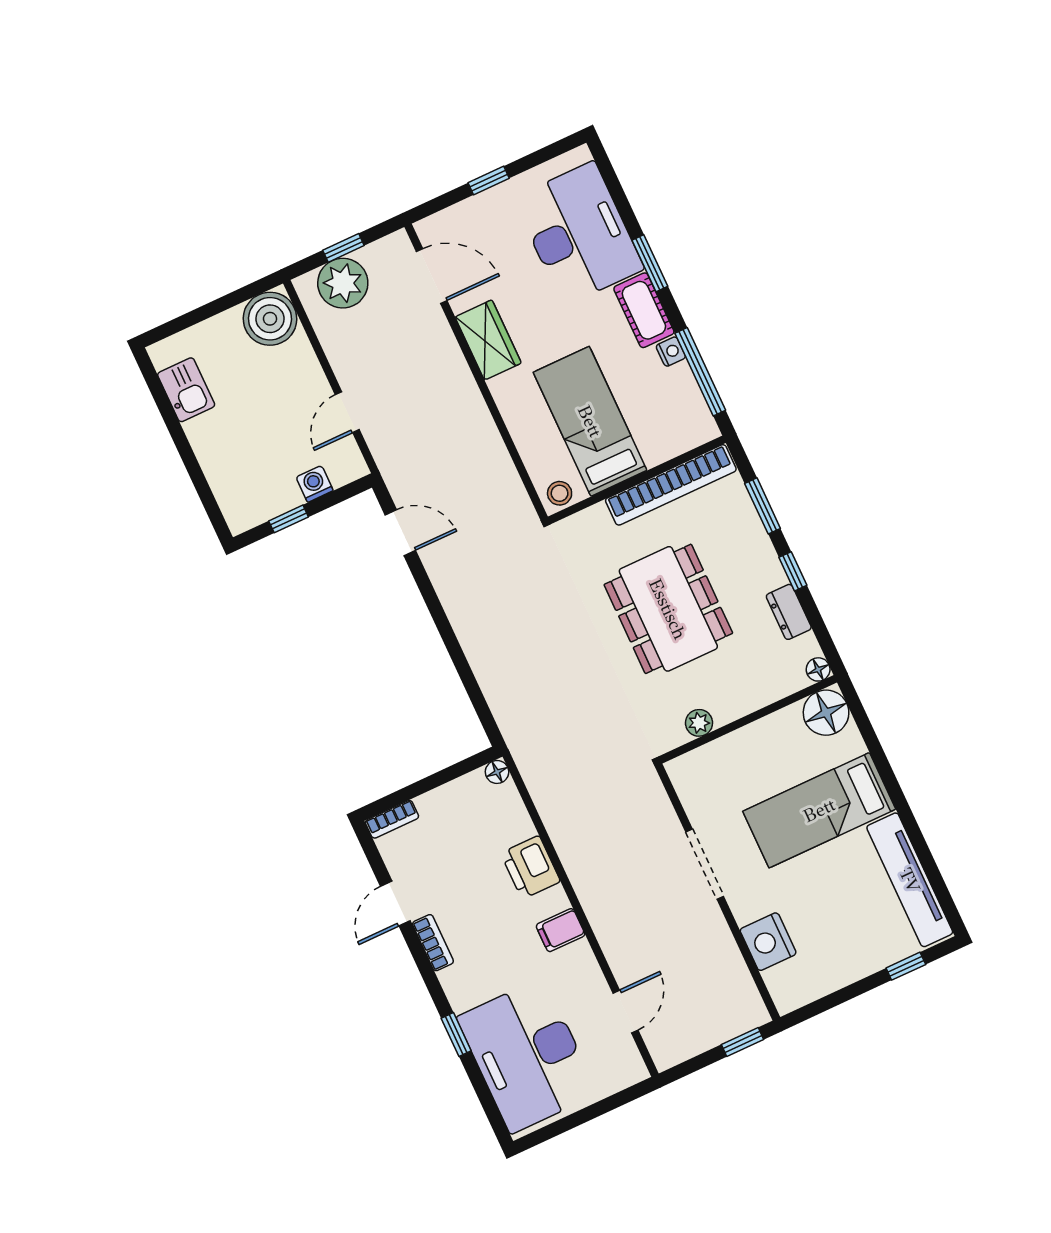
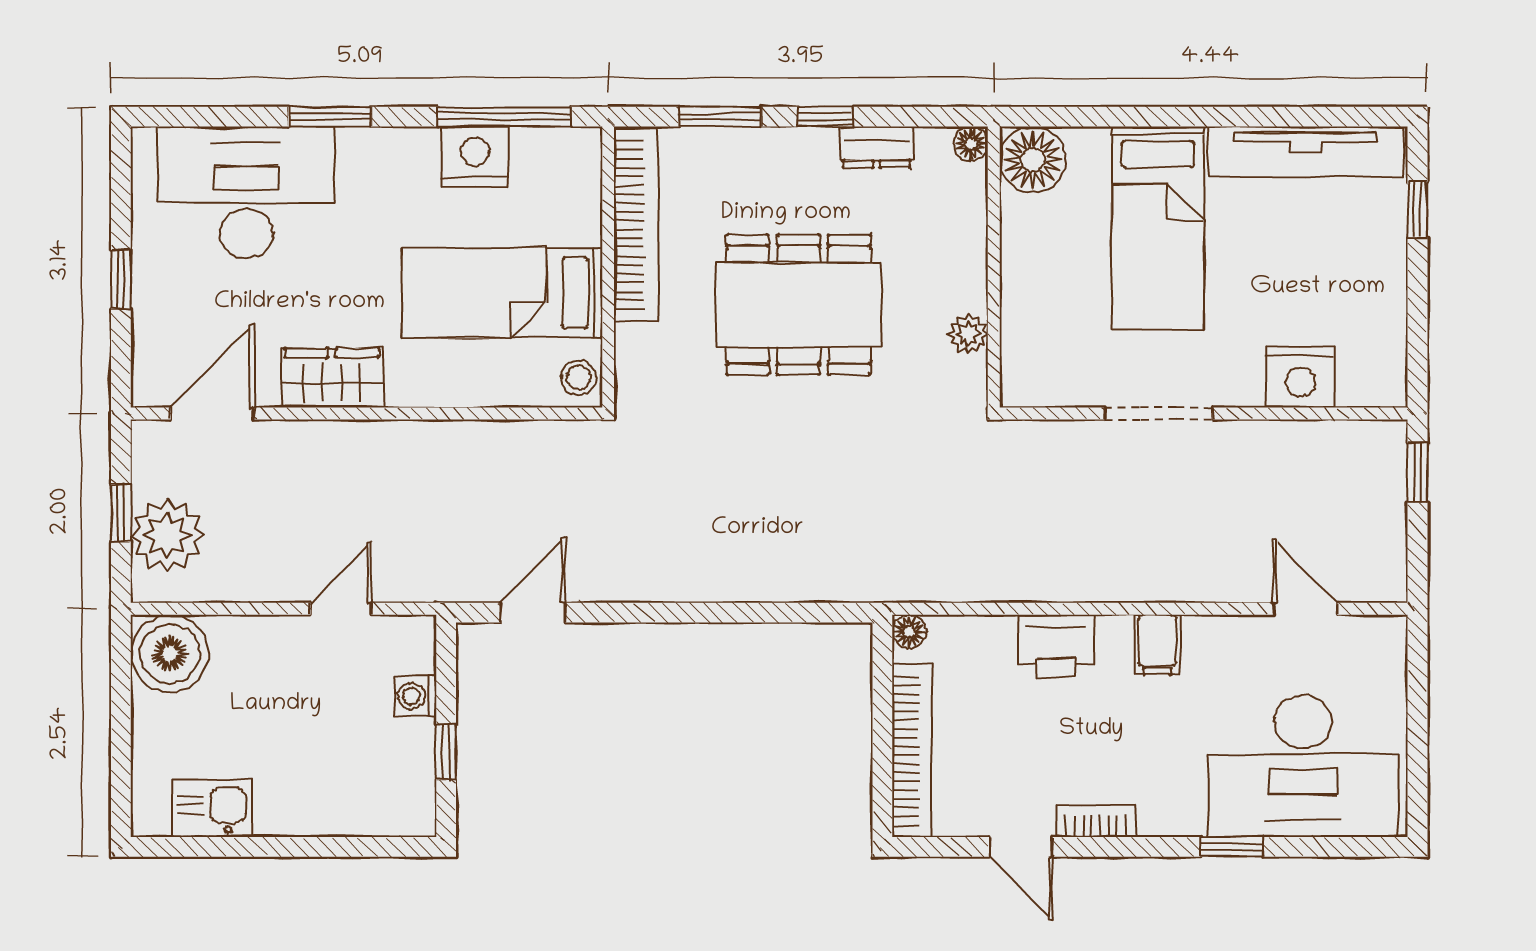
cot: (644, 310) -> (388, 153), removed
nightstand: (671, 352) -> (475, 156), width x1.89, depth x1.79
door: (347, 412) -> (341, 609), swing flipped
bookcase: (392, 819) -> (912, 751), width x2.31, depth x1.31

